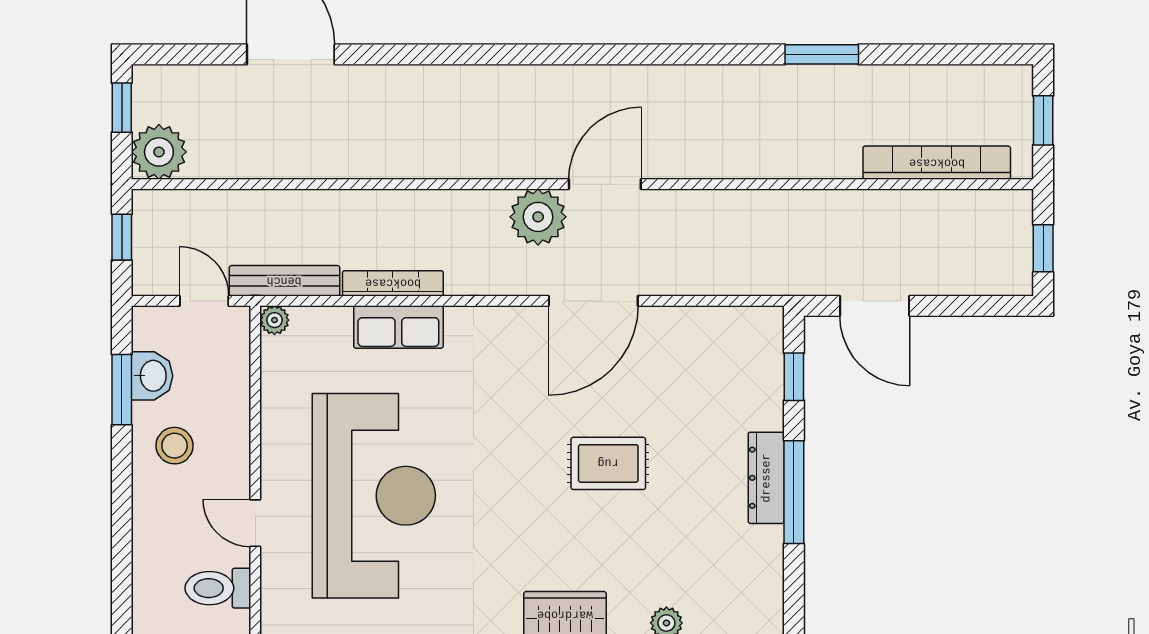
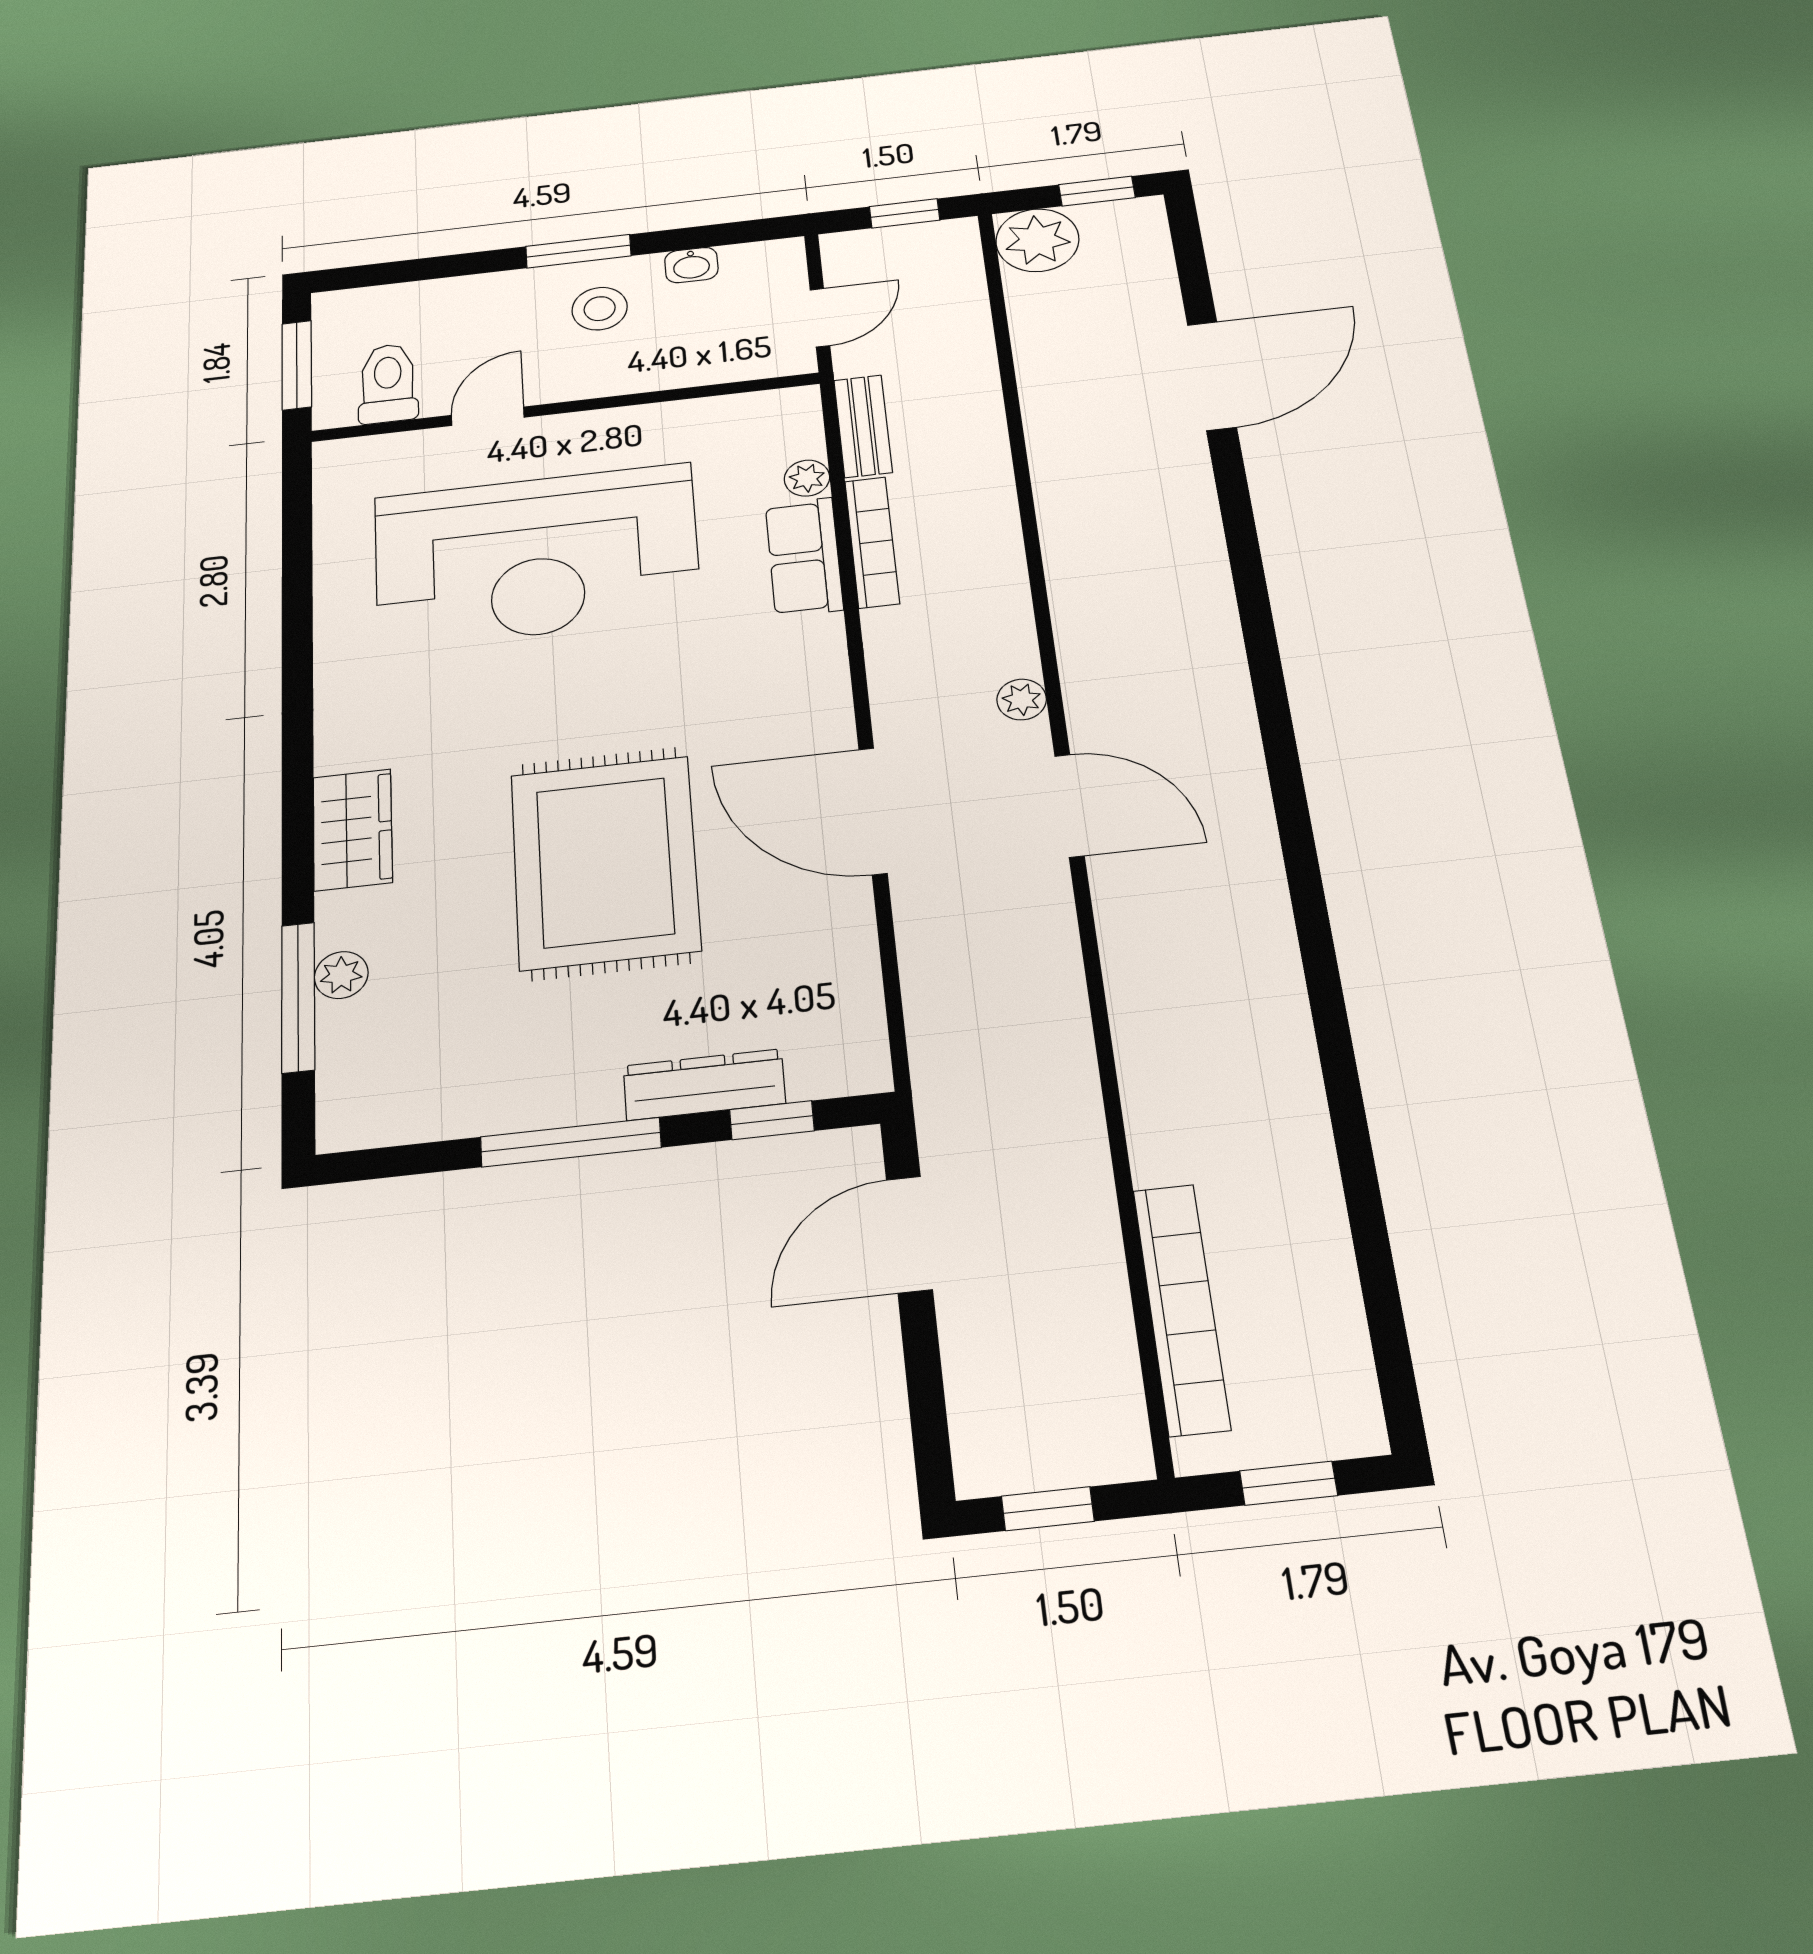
window: (822, 54) -> (1345, 1102), removed
plant: (538, 217) -> (1022, 700), width x0.53, depth x0.53
bench: (284, 281) -> (863, 426), width x0.73
plant: (274, 320) -> (807, 478), moved
washbasin: (152, 376) -> (691, 265), width x0.72, depth x0.69
window: (122, 390) -> (578, 251), moved
rug: (608, 463) -> (605, 862), width x1.86, depth x2.06
dresser: (766, 478) -> (704, 1085), moved

